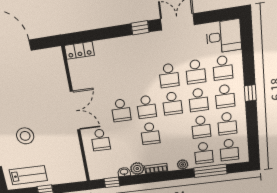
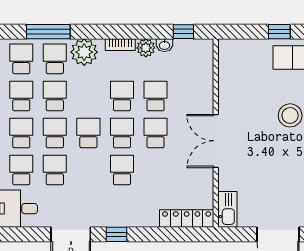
locker: (79, 50) -> (187, 218), width x1.53
kitchen sink: (57, 61) -> (227, 209), added
school desk: (169, 76) -> (122, 170), moved
school desk: (100, 140) -> (156, 96), moved
plant: (183, 164) -> (84, 52), width x1.88, depth x1.88

